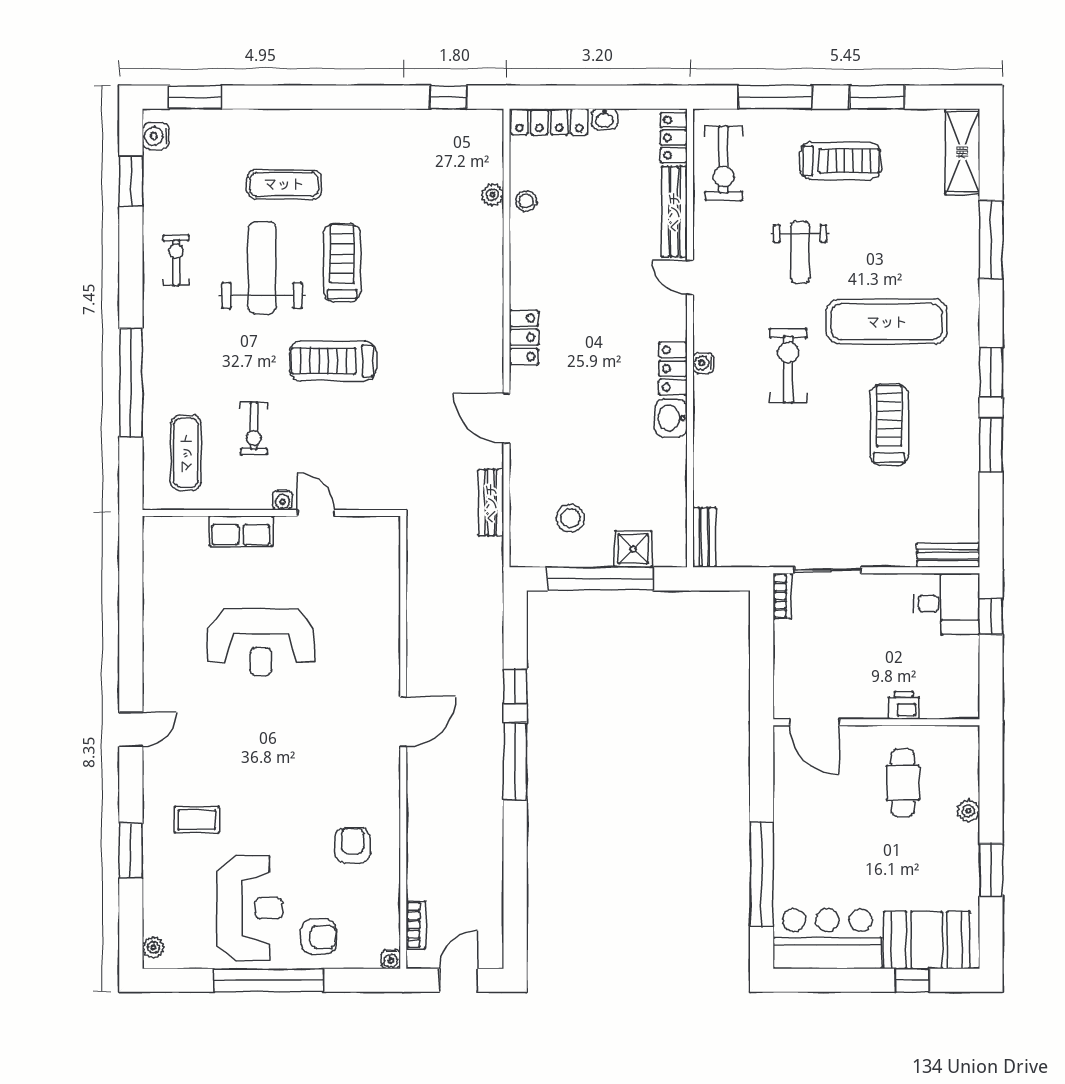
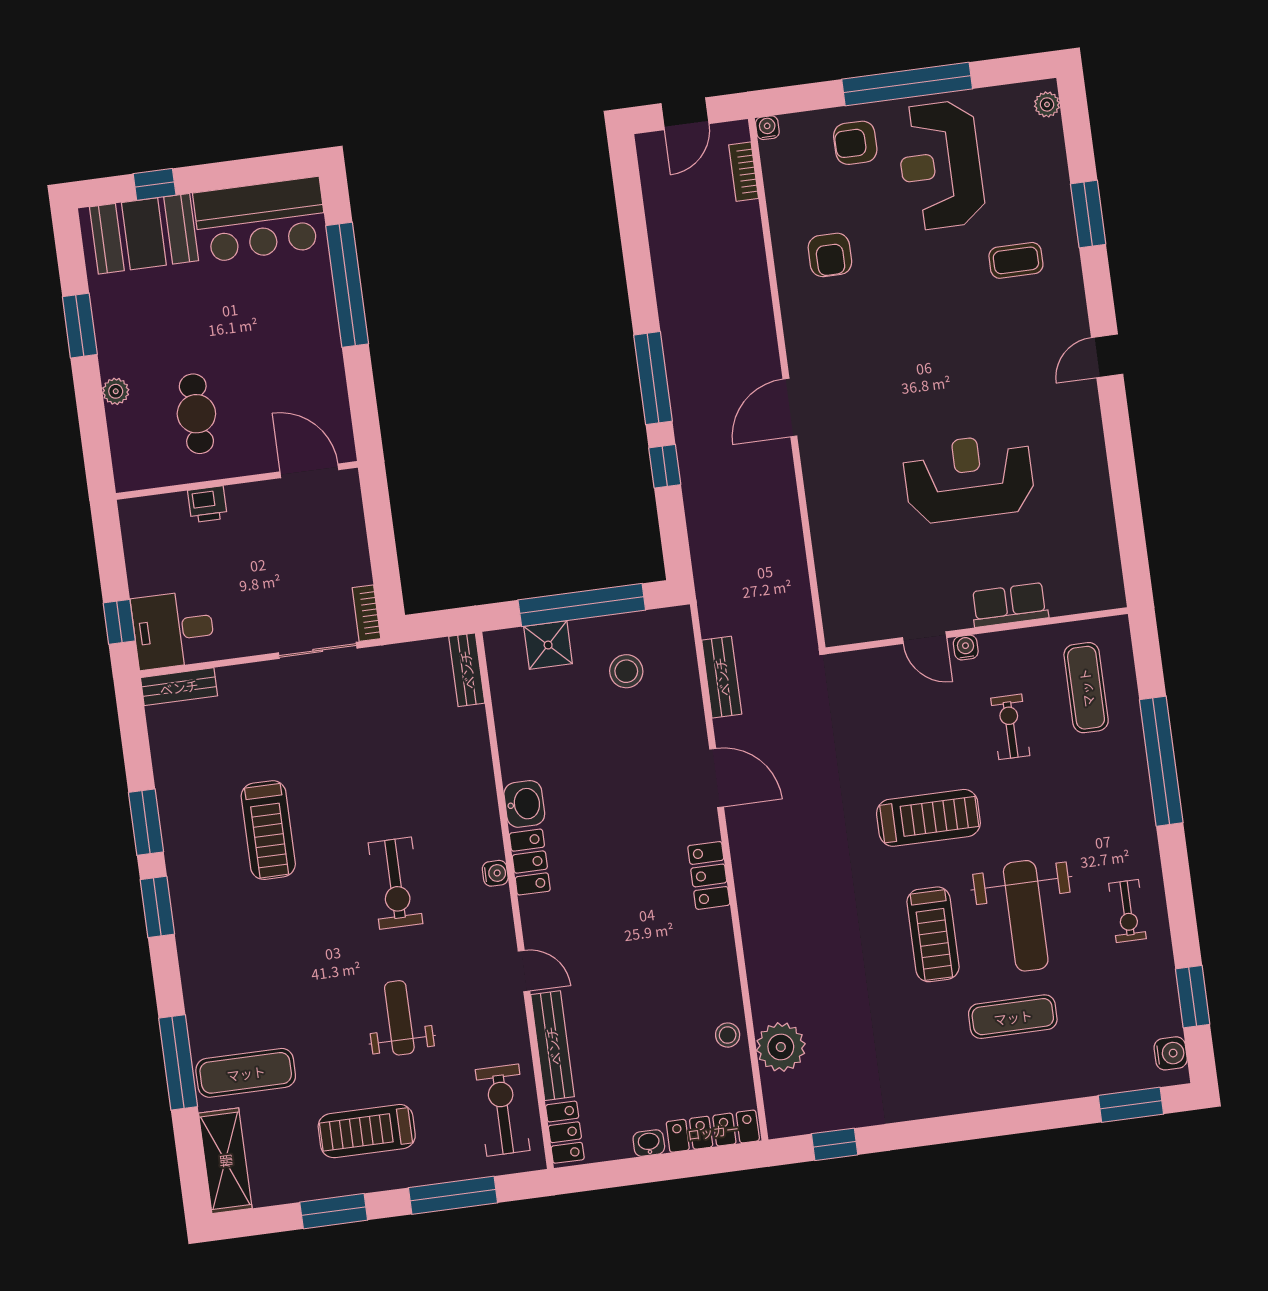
plant: (492, 195) -> (781, 1047), width x1.87, depth x1.87
exercise mat: (887, 322) -> (246, 1073), moved, width x0.73, depth x0.69

